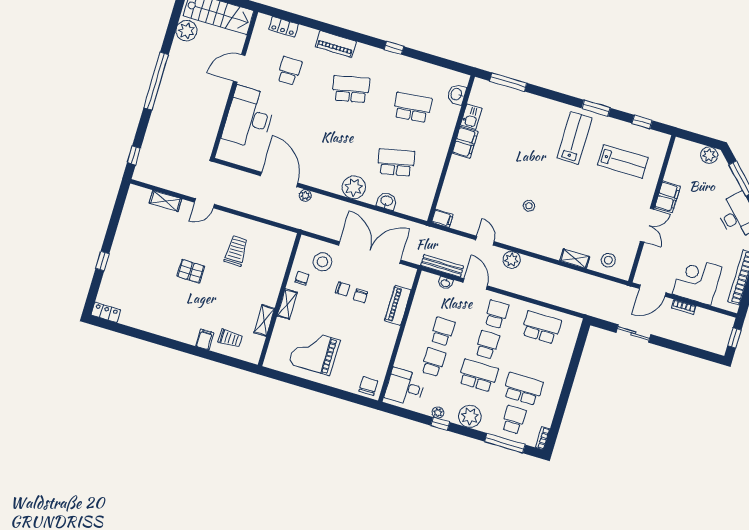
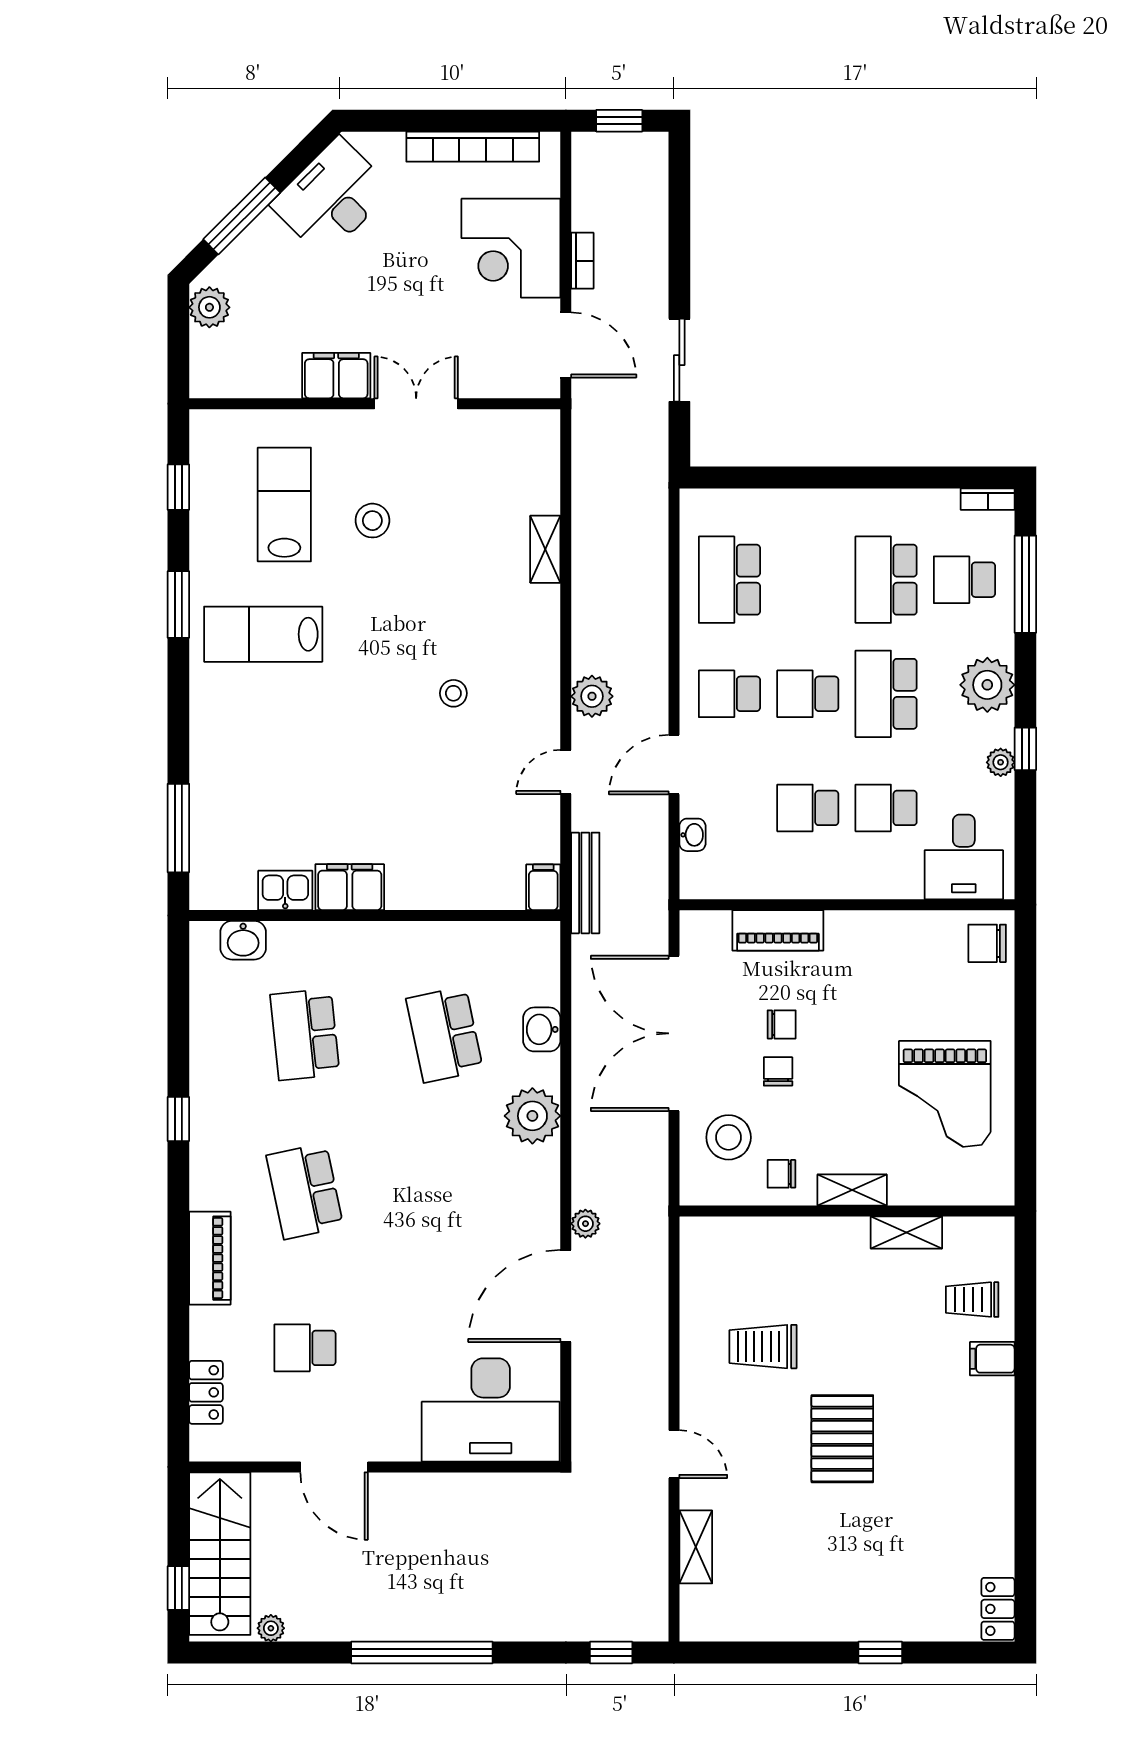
plant: (187, 31) -> (271, 1628), width x0.53, depth x0.53
desk: (249, 117) -> (491, 1410), moved
stool: (608, 260) -> (372, 521), moved
bench: (442, 266) -> (585, 883), moved
pallet: (191, 271) -> (842, 1439), width x1.50, depth x1.42
trolley: (230, 338) -> (972, 1300), turned -90

